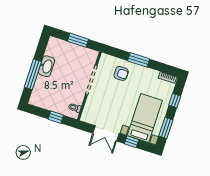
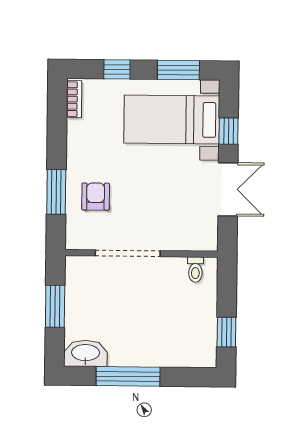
window: (139, 60) -> (56, 192), moved
washbasin: (47, 66) -> (86, 353), moved
window: (33, 74) -> (128, 376), moved
window: (56, 117) -> (226, 332), moved

